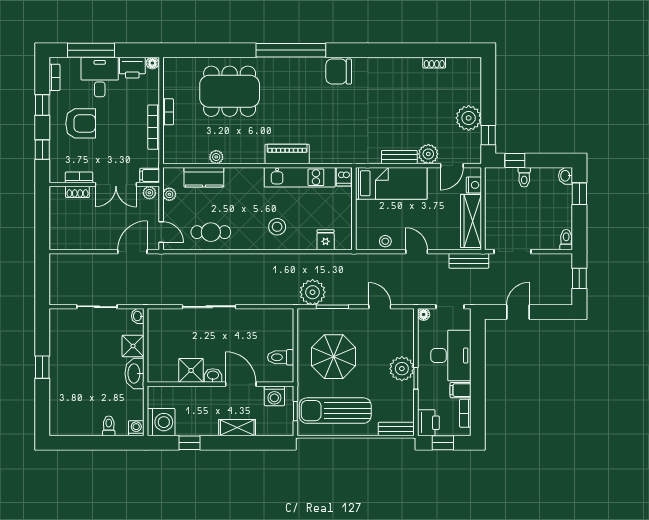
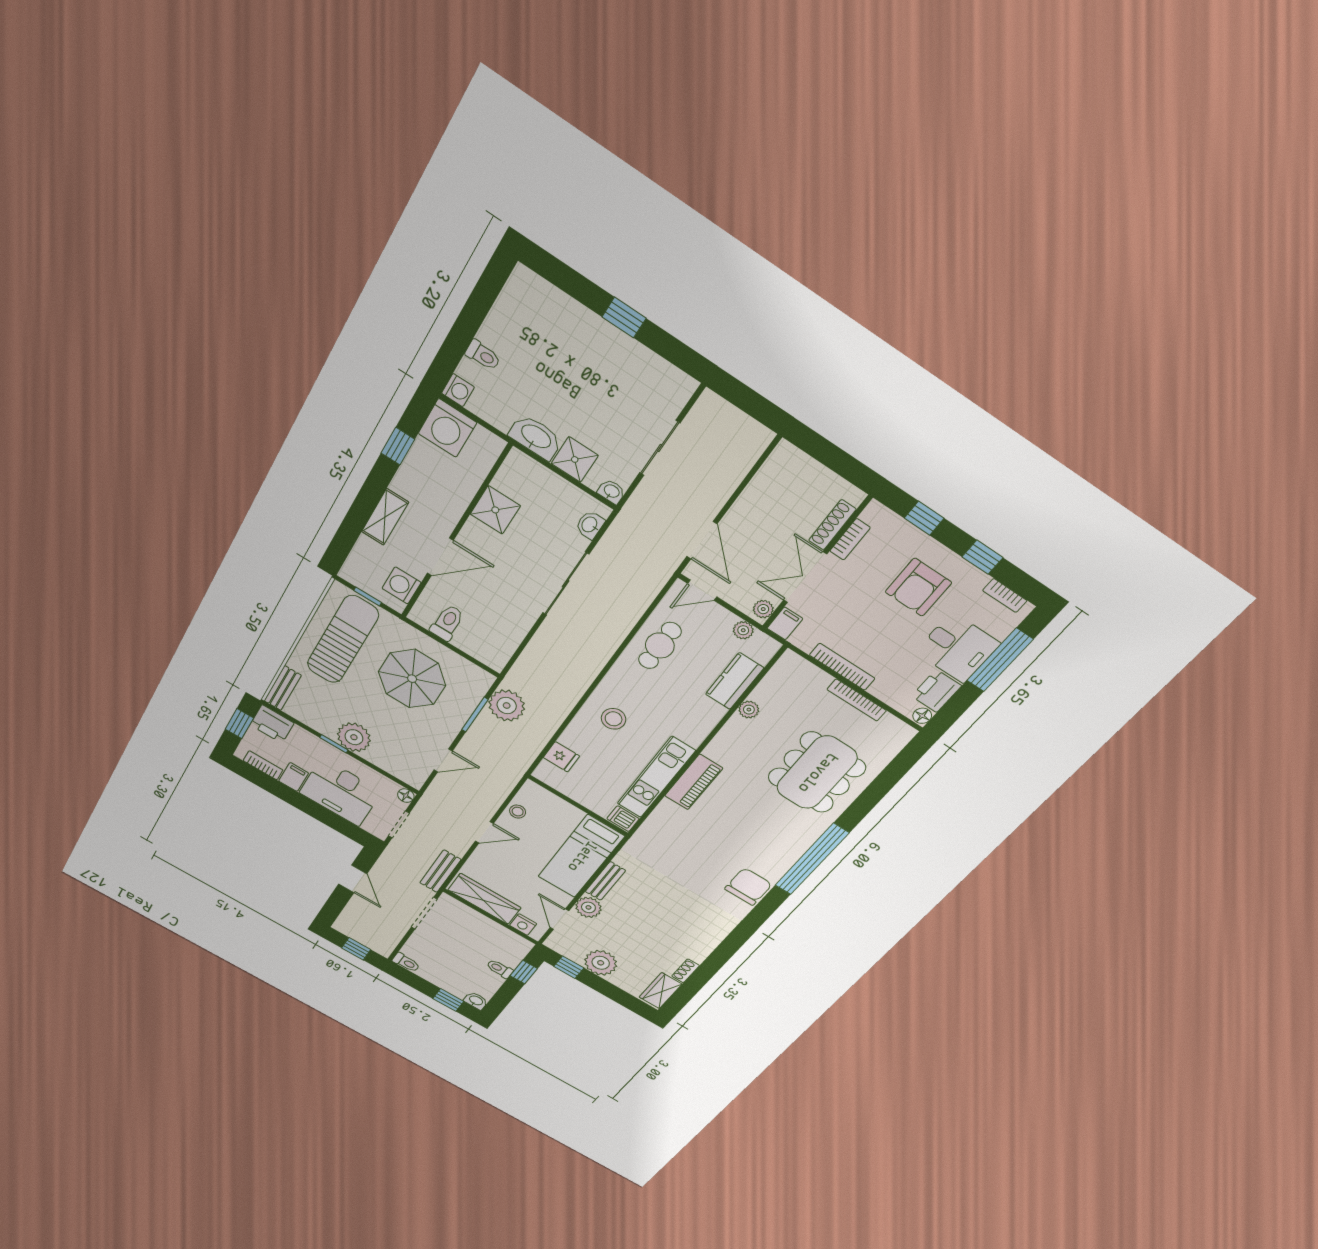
wardrobe: (463, 67) -> (661, 991), added
bookcase: (168, 112) -> (857, 700), width x1.56
shoe rack: (77, 192) -> (832, 525), width x1.43
washbasin: (213, 376) -> (590, 525), moved, turned 180

